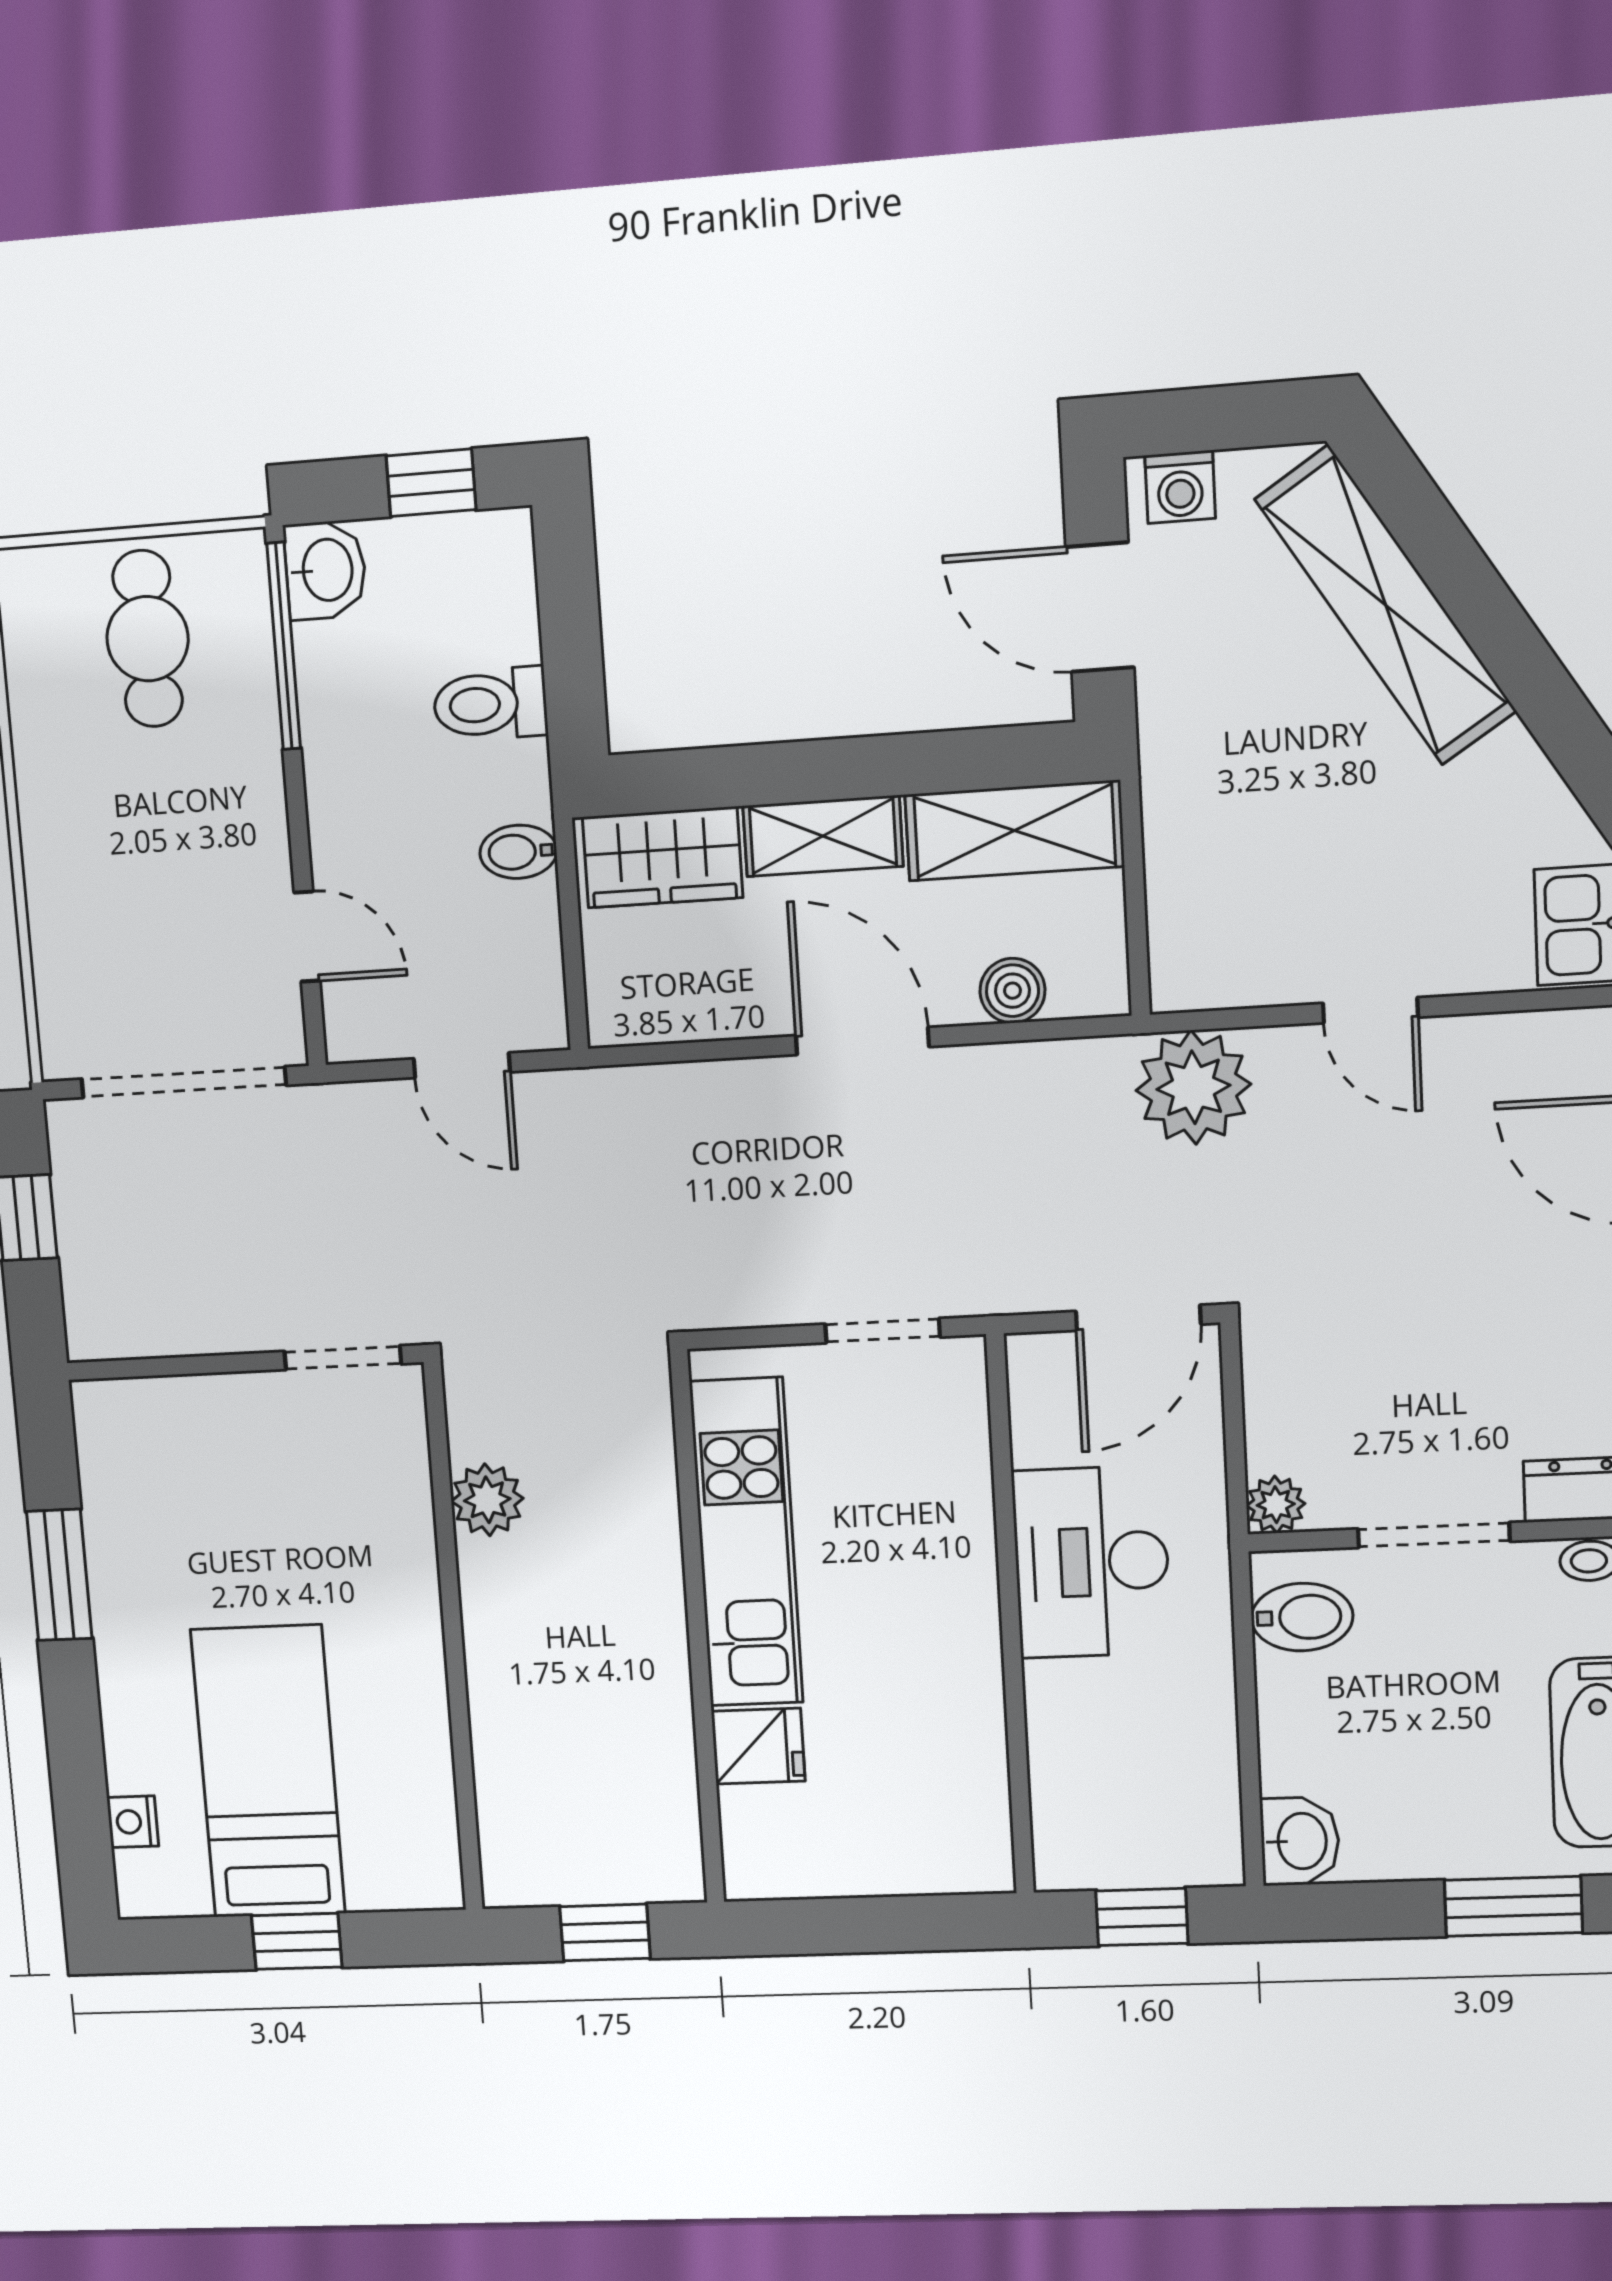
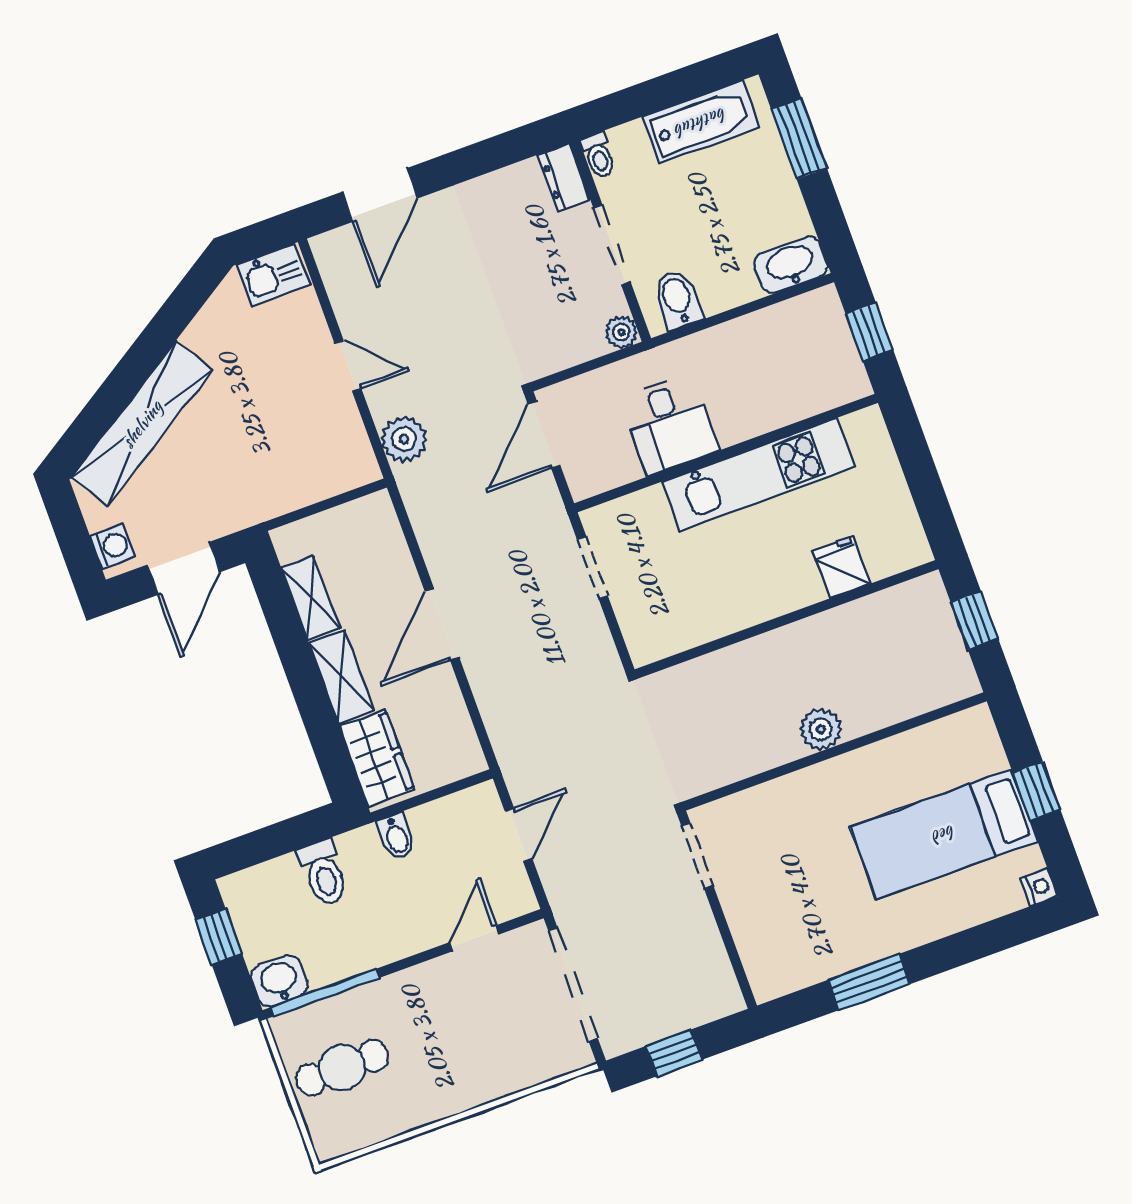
shelving: (1015, 830) -> (311, 598), width x0.67, depth x0.75
boiler: (1012, 991) -> (392, 554), removed
door: (1370, 1010) -> (348, 366), hinge flipped
plant: (1193, 1087) -> (404, 439), width x0.73, depth x0.73
door: (1138, 1318) -> (544, 435), swing flipped
plant: (487, 1500) -> (821, 729), moved
kitchen unit: (746, 1542) -> (759, 474), moved, turned 180
desk: (1091, 1562) -> (669, 424), width x0.73
nightstand: (133, 1822) -> (1039, 887), moved, turned -90
washbasin: (1300, 1841) -> (791, 265), width x1.38

